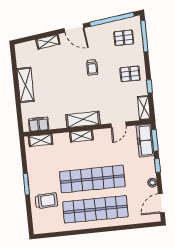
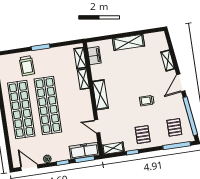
shelving: (81, 136) -> (83, 79), moved

